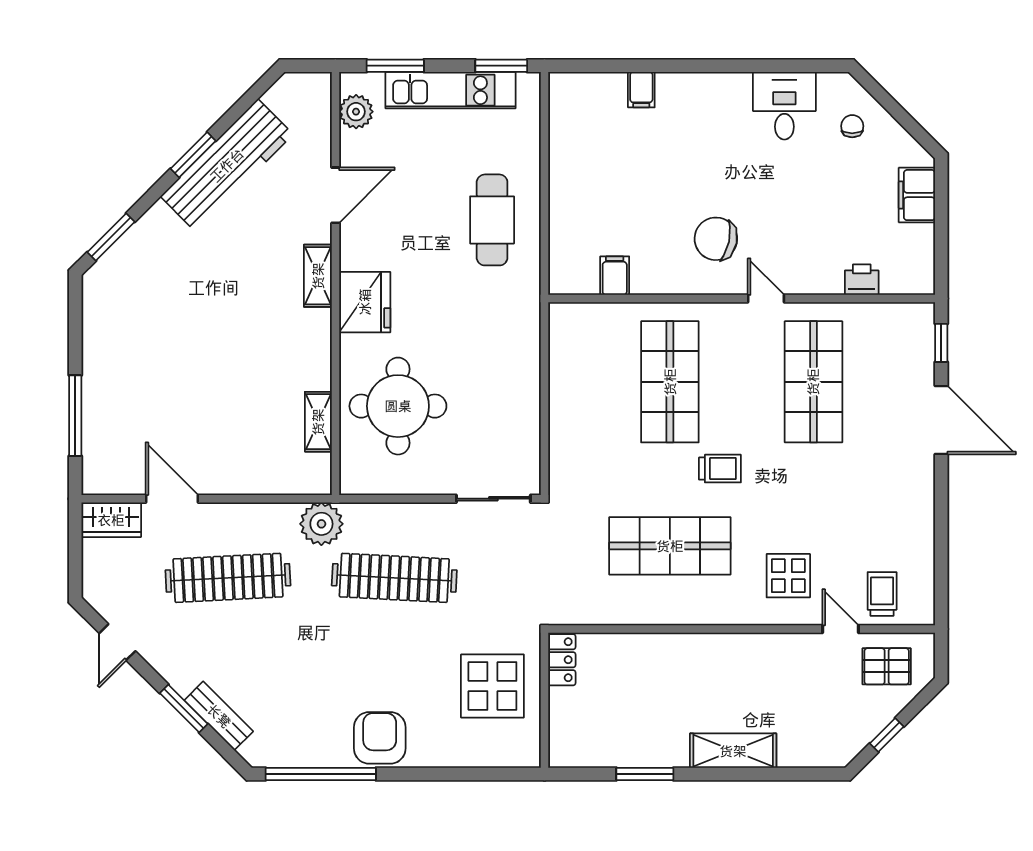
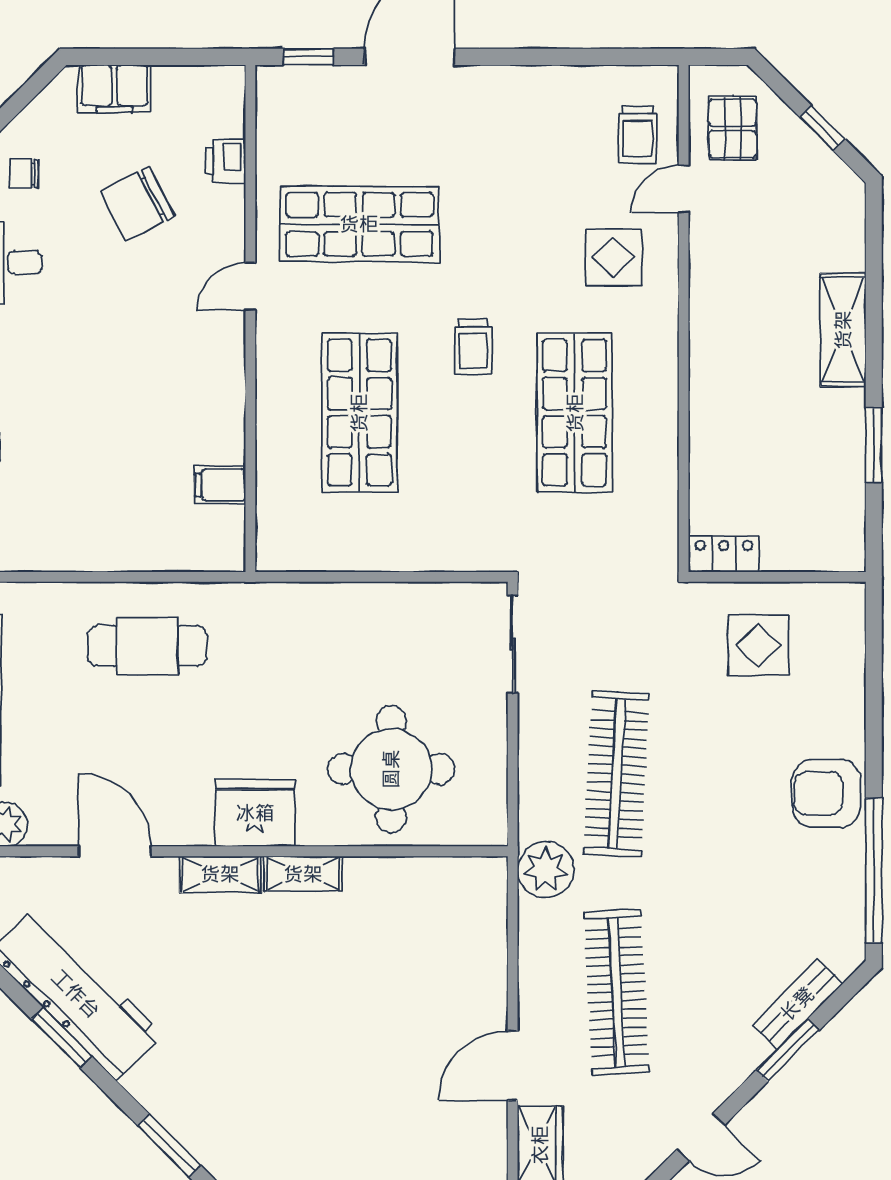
chair: (716, 239) -> (138, 204), moved, turned 51
shop shelf: (670, 382) -> (359, 413), turned 90
shelving: (318, 422) -> (303, 874), moved
trolley: (720, 469) -> (473, 347), turned 180
trolley: (882, 594) -> (638, 134), turned -90
display table: (492, 686) -> (758, 645), width x0.73, depth x0.73

